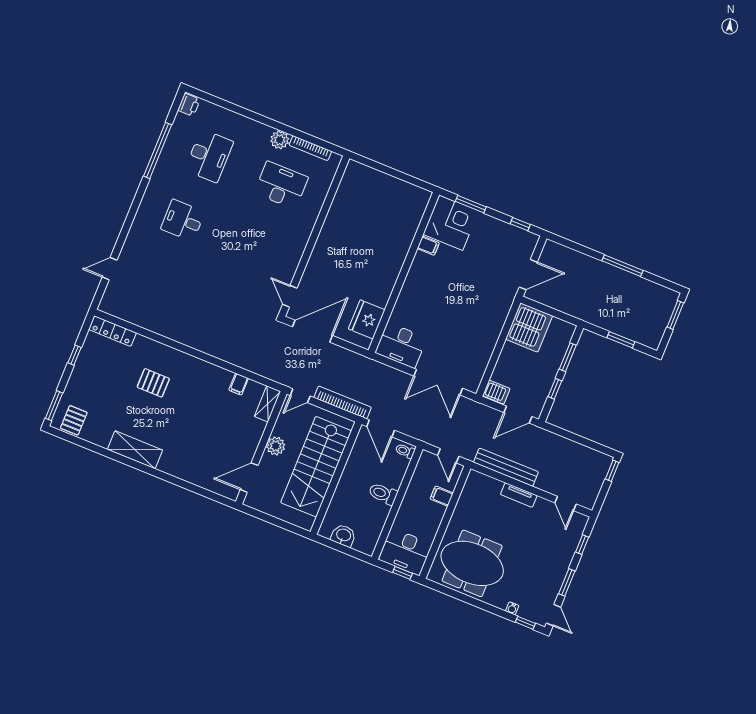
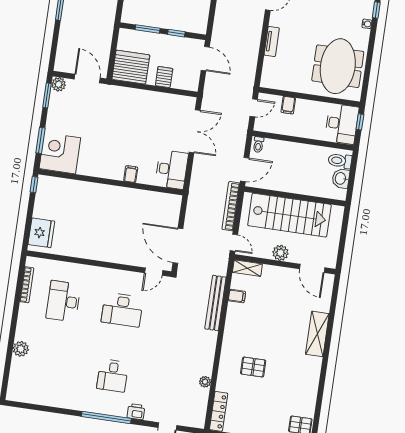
printer: (189, 105) -> (136, 412), moved
plant: (280, 140) -> (21, 349), moved
window: (158, 150) -> (106, 417), moved
desk: (209, 156) -> (122, 310), moved, turned 180
window: (422, 184) -> (34, 185), added
window: (520, 224) -> (47, 95), width x1.50
plant: (530, 240) -> (59, 84), added
filing cabinet: (428, 246) -> (131, 174), moved
fridge: (367, 319) -> (41, 233), moved, turned -90
plant: (150, 324) -> (205, 382), added
pallet: (153, 383) -> (253, 367), turned 90
server rack: (496, 392) -> (164, 77), moved
shelving: (135, 450) -> (317, 334), moved
bench: (506, 467) -> (215, 303), moved
toilet: (383, 494) -> (340, 161), moved, turned 90

